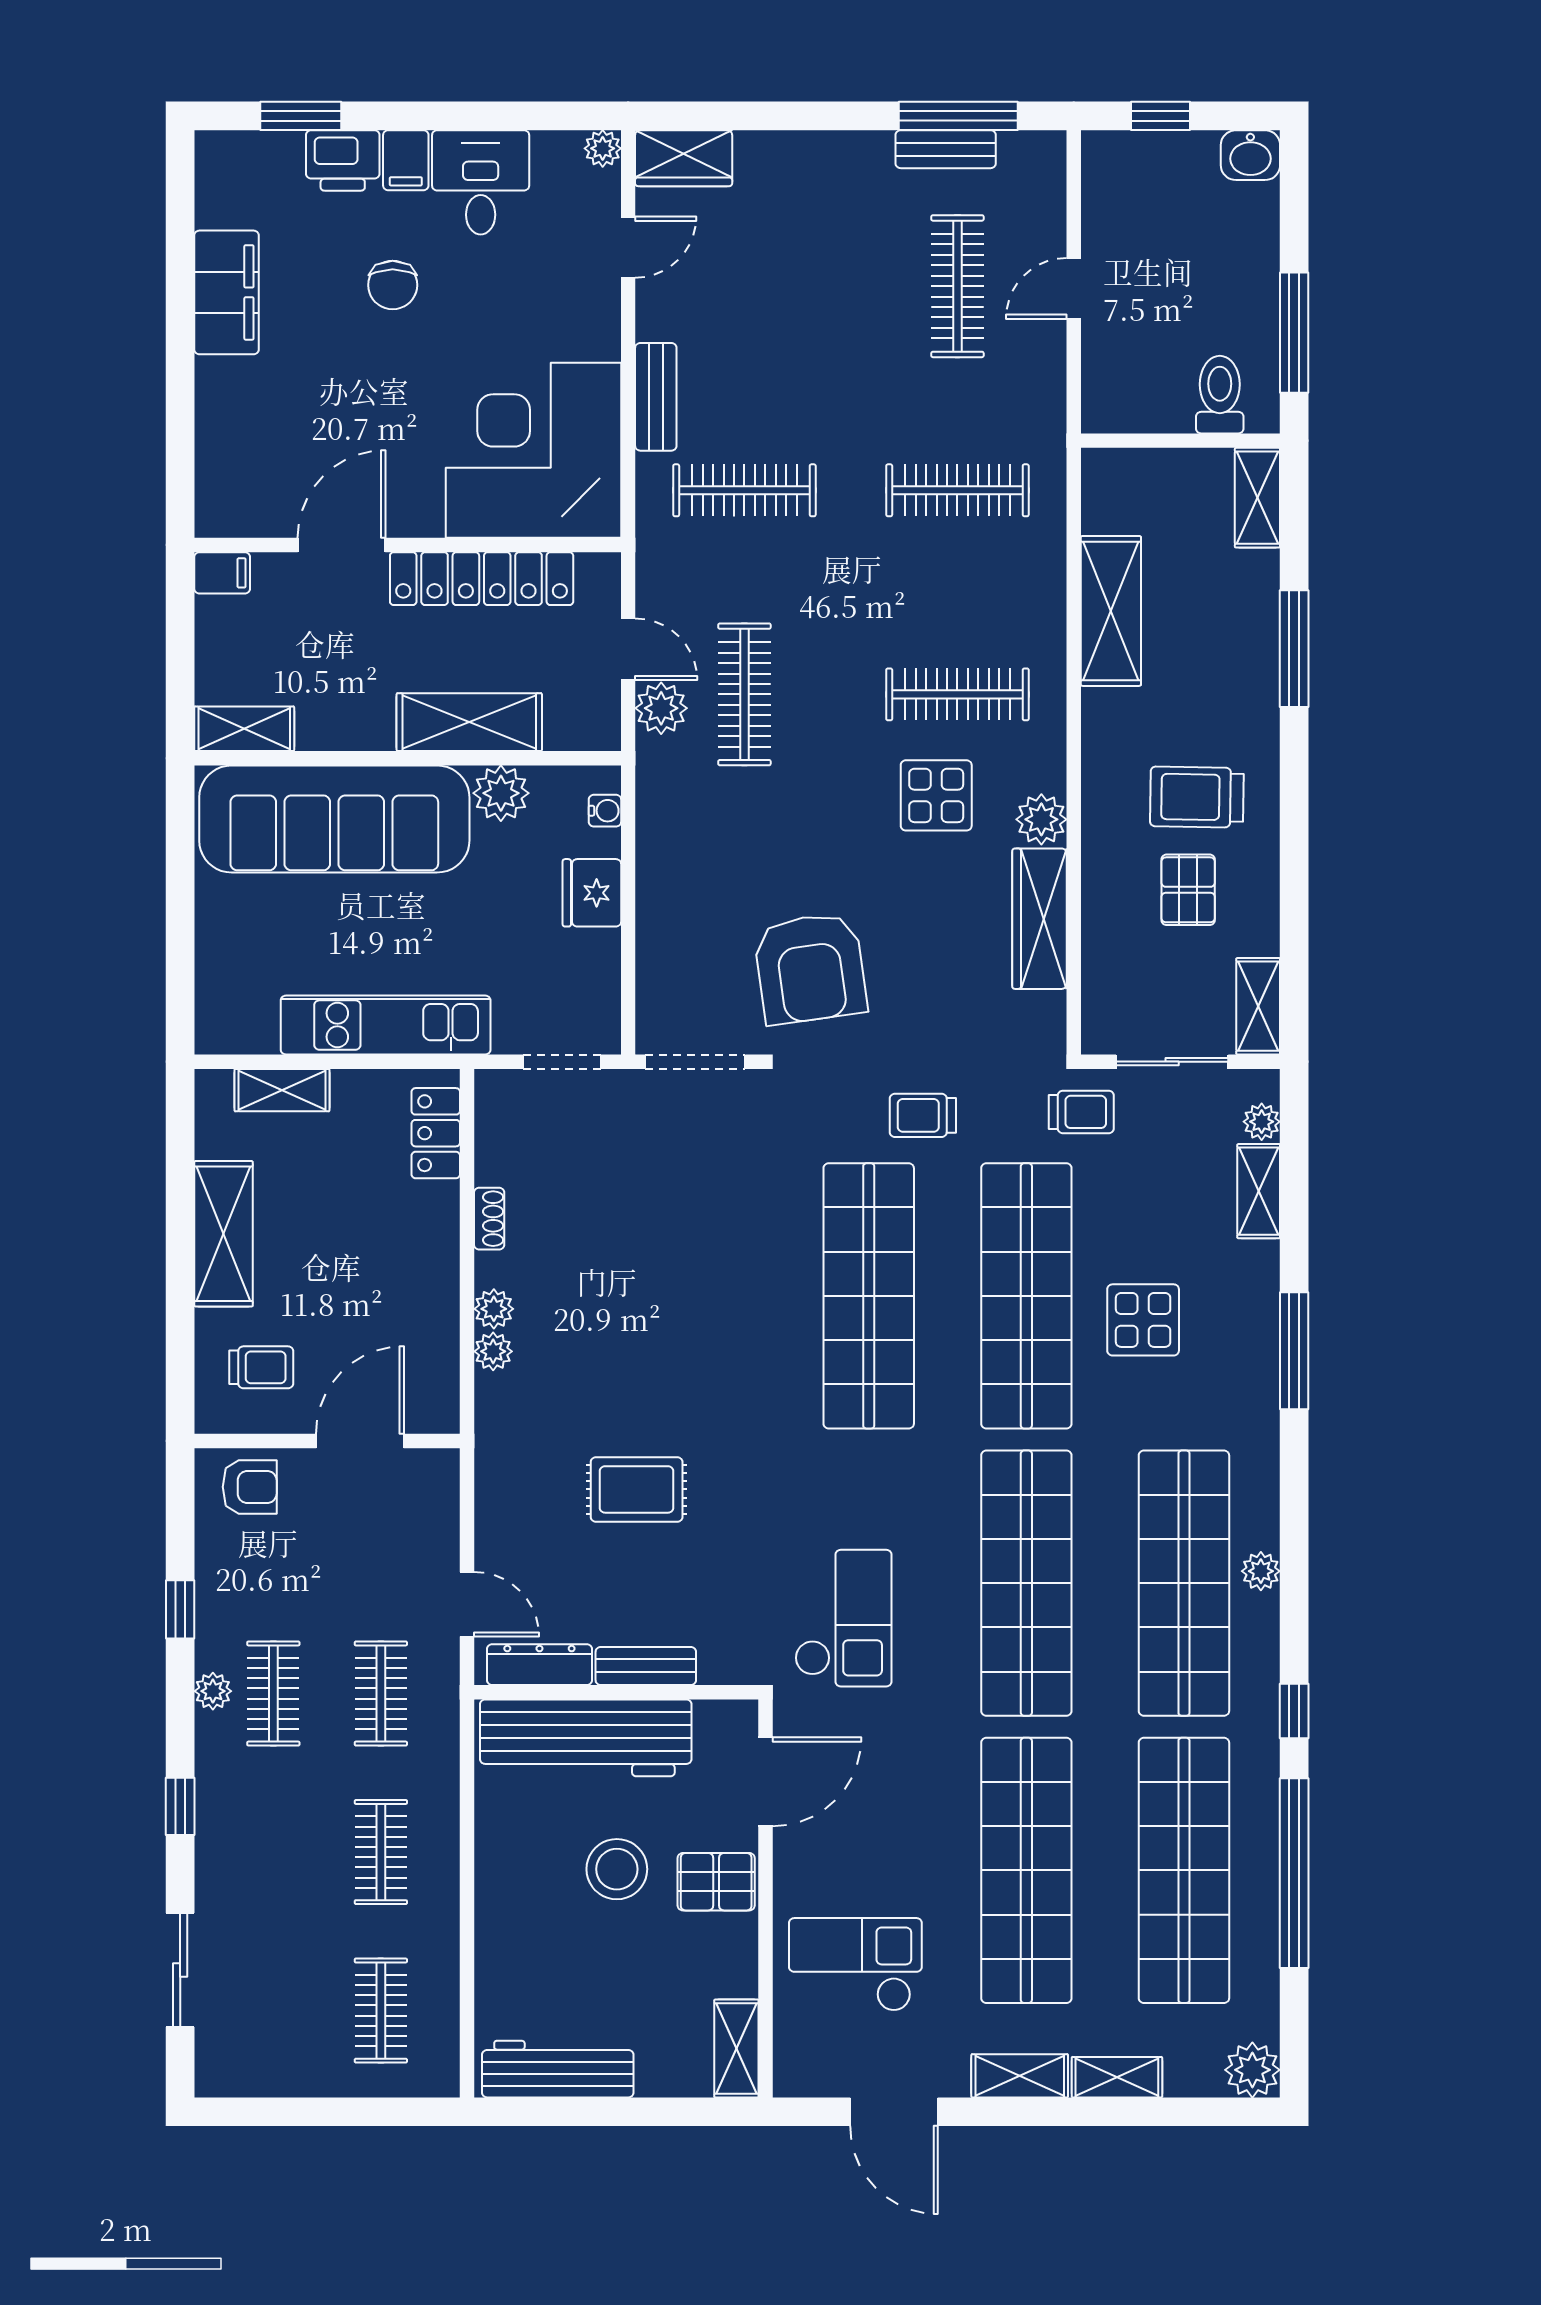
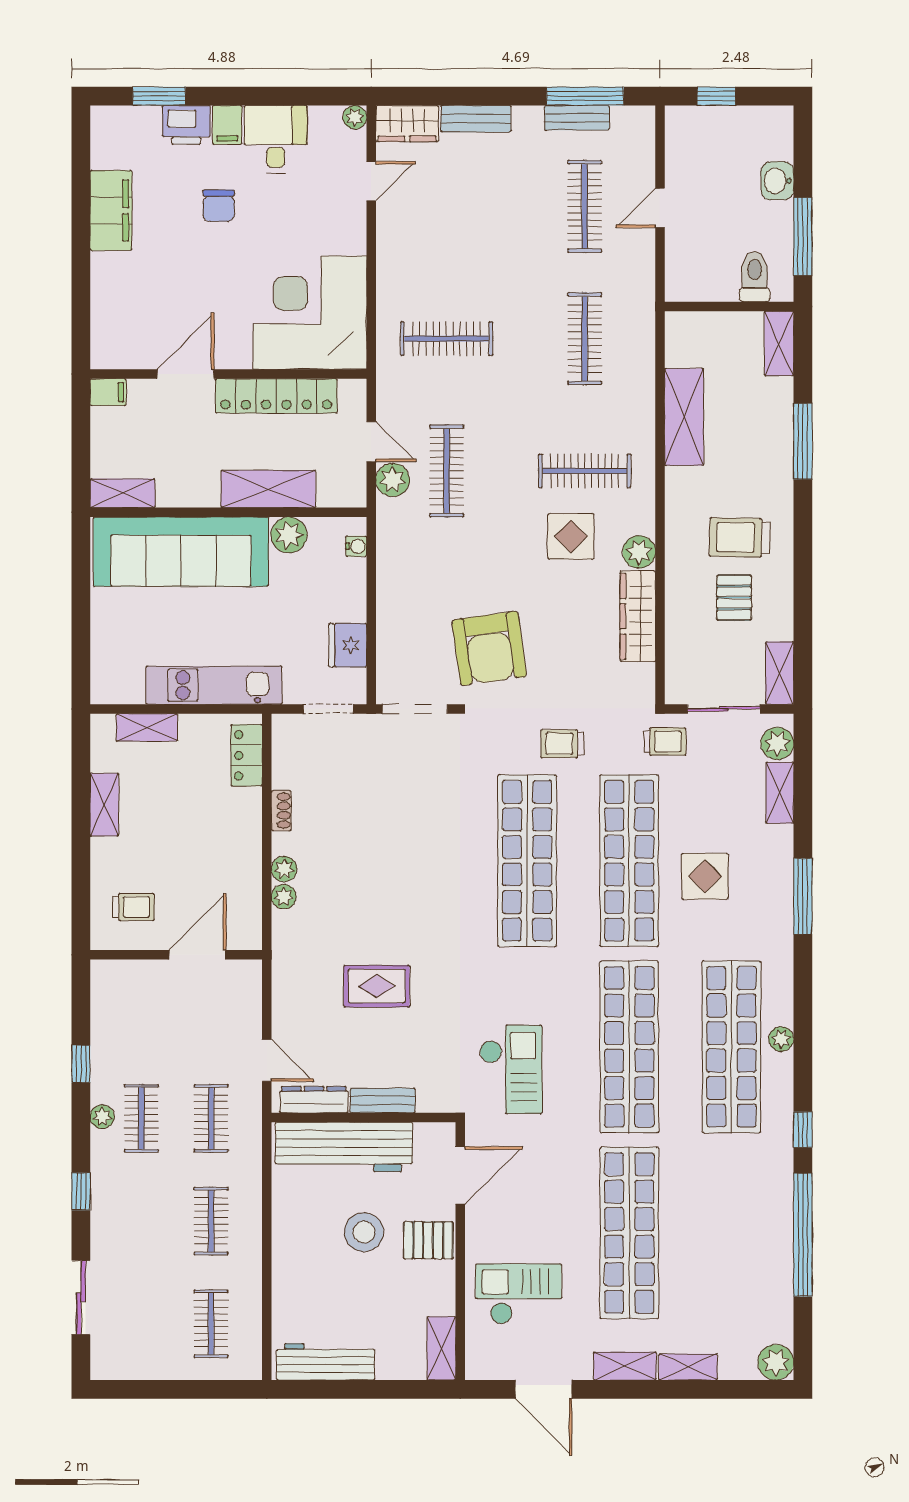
washbasin: (1250, 155) -> (777, 181), moved, turned 90
bench: (656, 397) -> (476, 119), moved, turned 90
clothes rail: (957, 490) -> (585, 339), turned 90
fridge: (592, 893) -> (348, 645), moved
plant: (1262, 1122) -> (777, 743), width x1.38, depth x1.38
shelving: (224, 1234) -> (104, 805), width x0.67, depth x0.75
armchair: (250, 1487) -> (126, 985), removed
shop shelf: (1184, 1870) -> (731, 1233), removed

